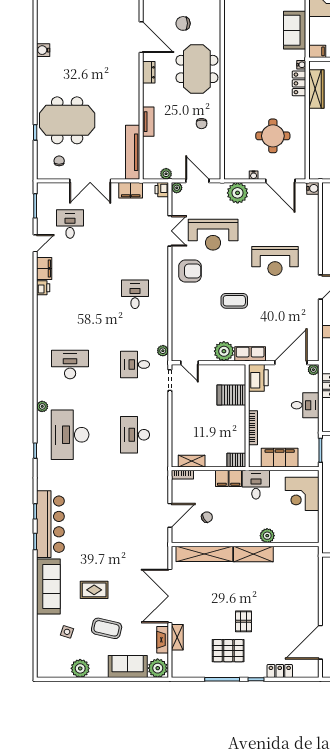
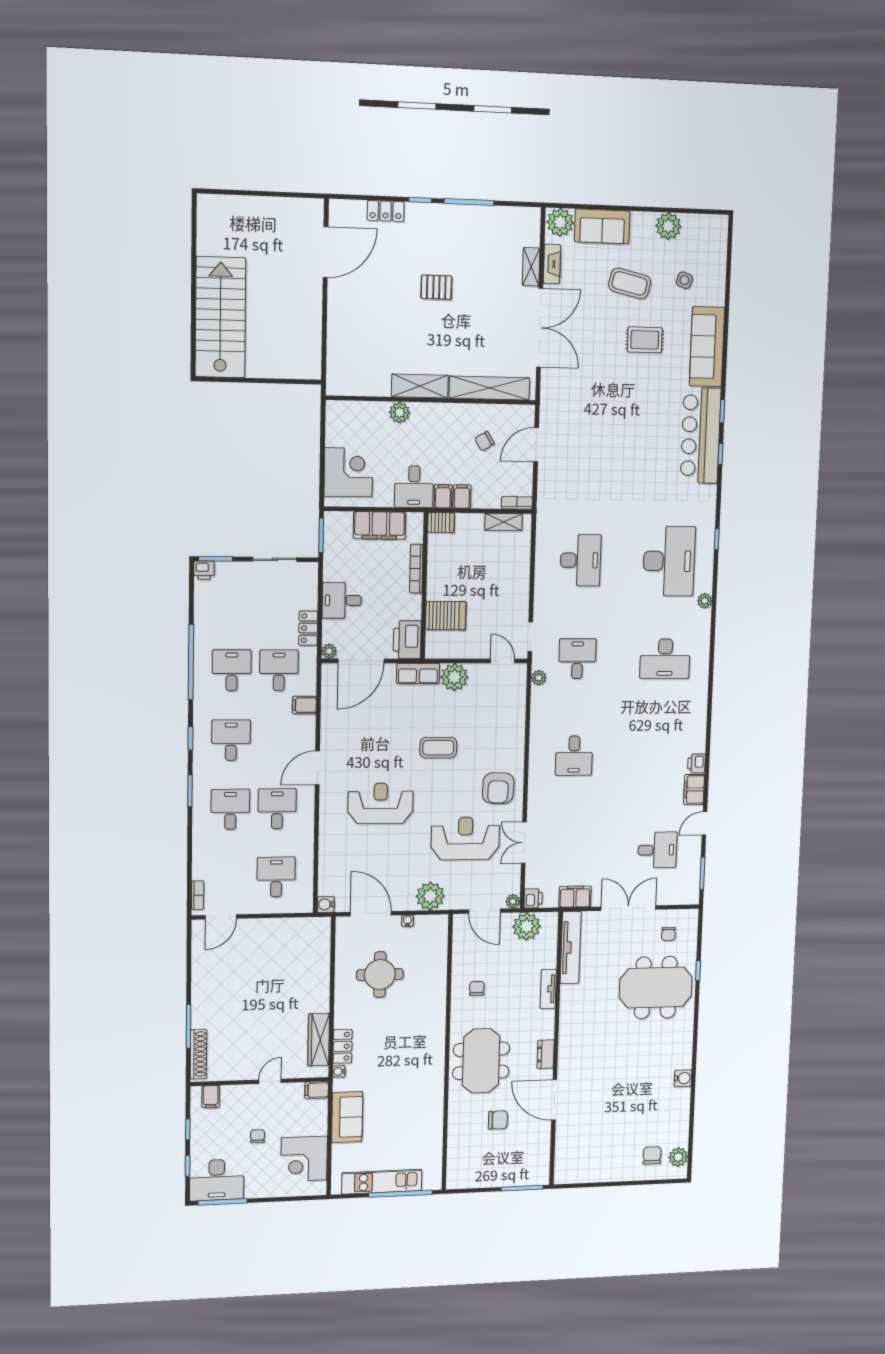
plant: (166, 174) -> (527, 926), width x1.88, depth x1.88
desk: (70, 224) -> (657, 850), turned -90
armchair: (190, 271) -> (498, 788), turned -88
desk: (135, 364) -> (577, 659), turned -90
pallet: (243, 621) -> (436, 287), turned 90
pallet: (228, 651) -> (459, 244), removed

